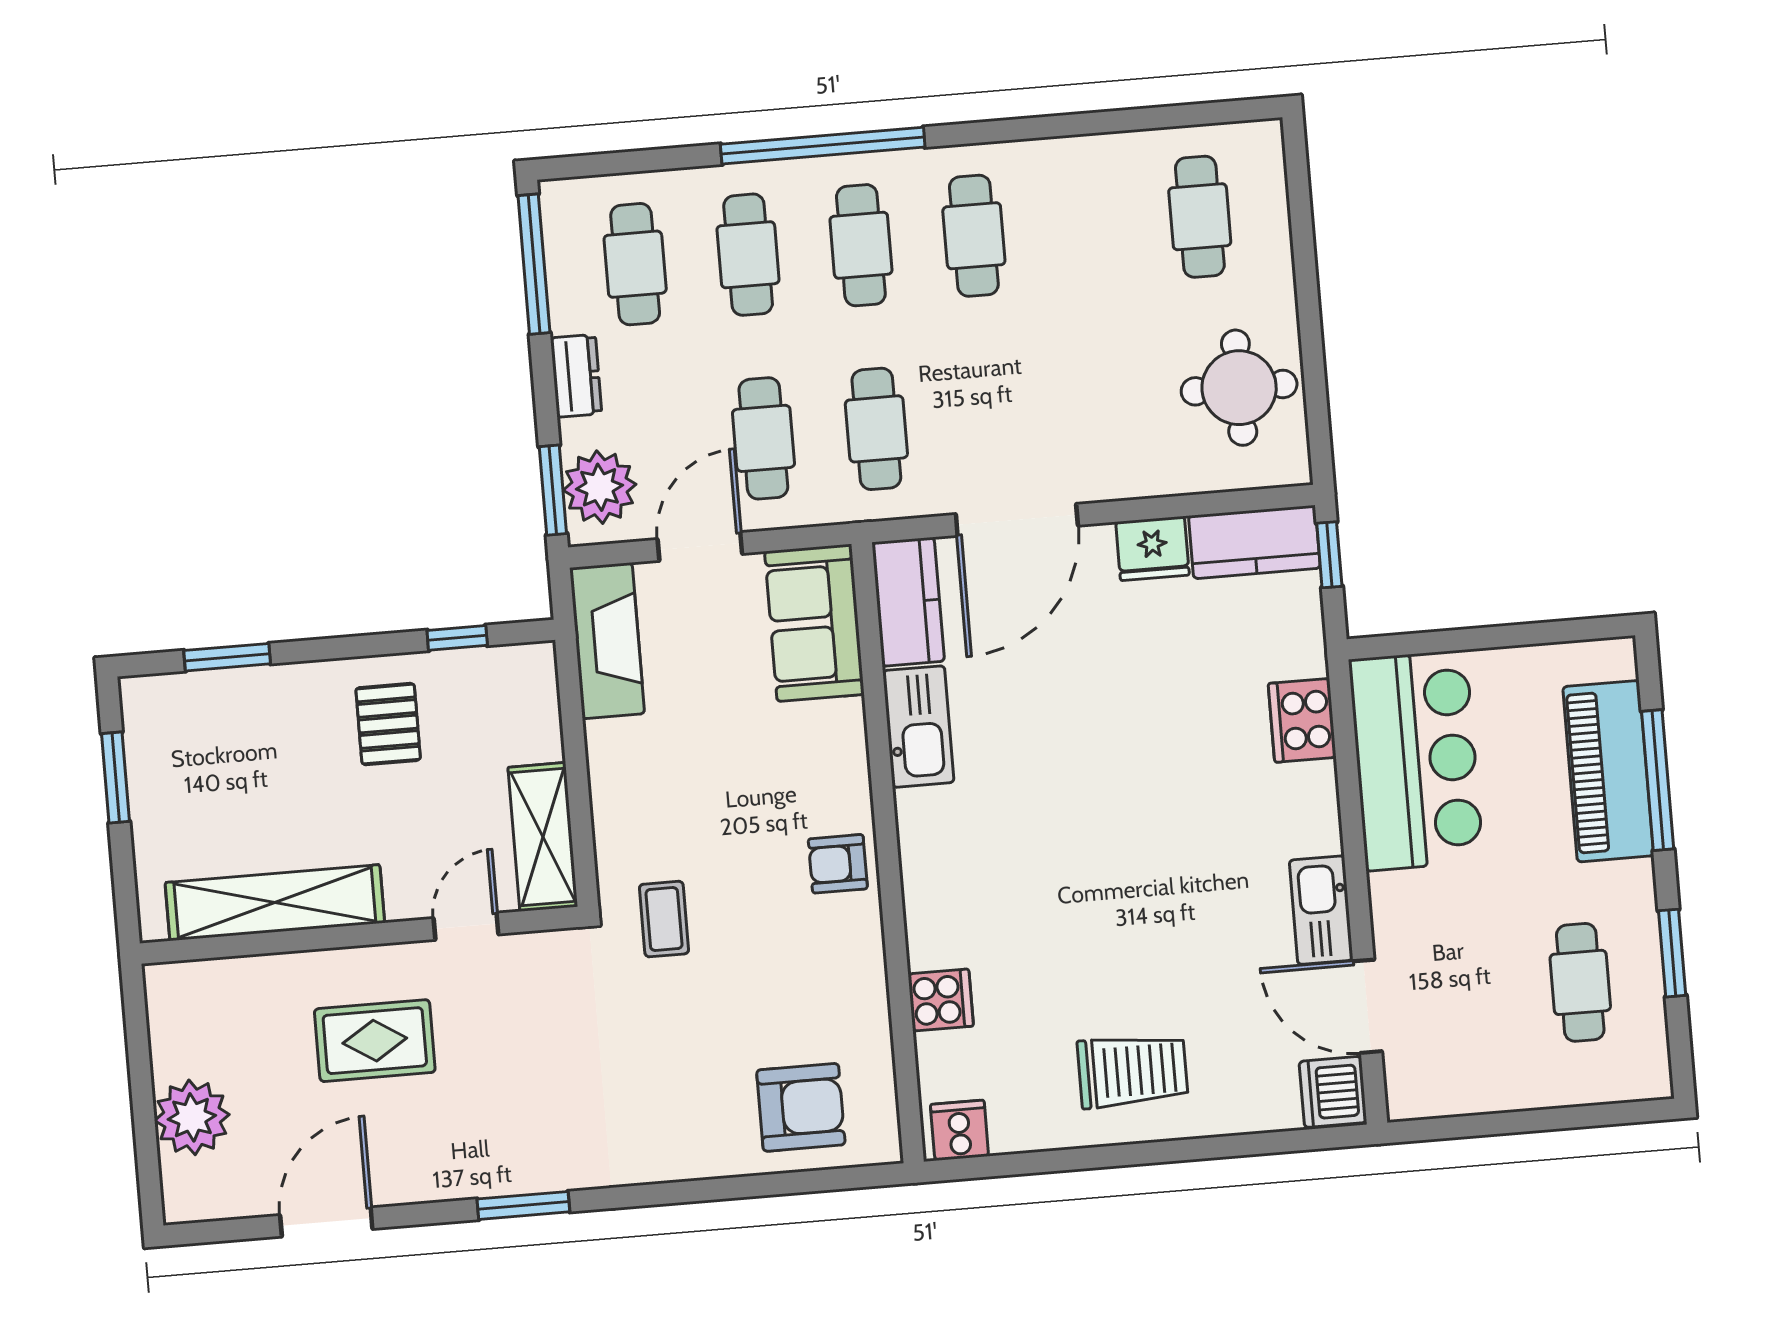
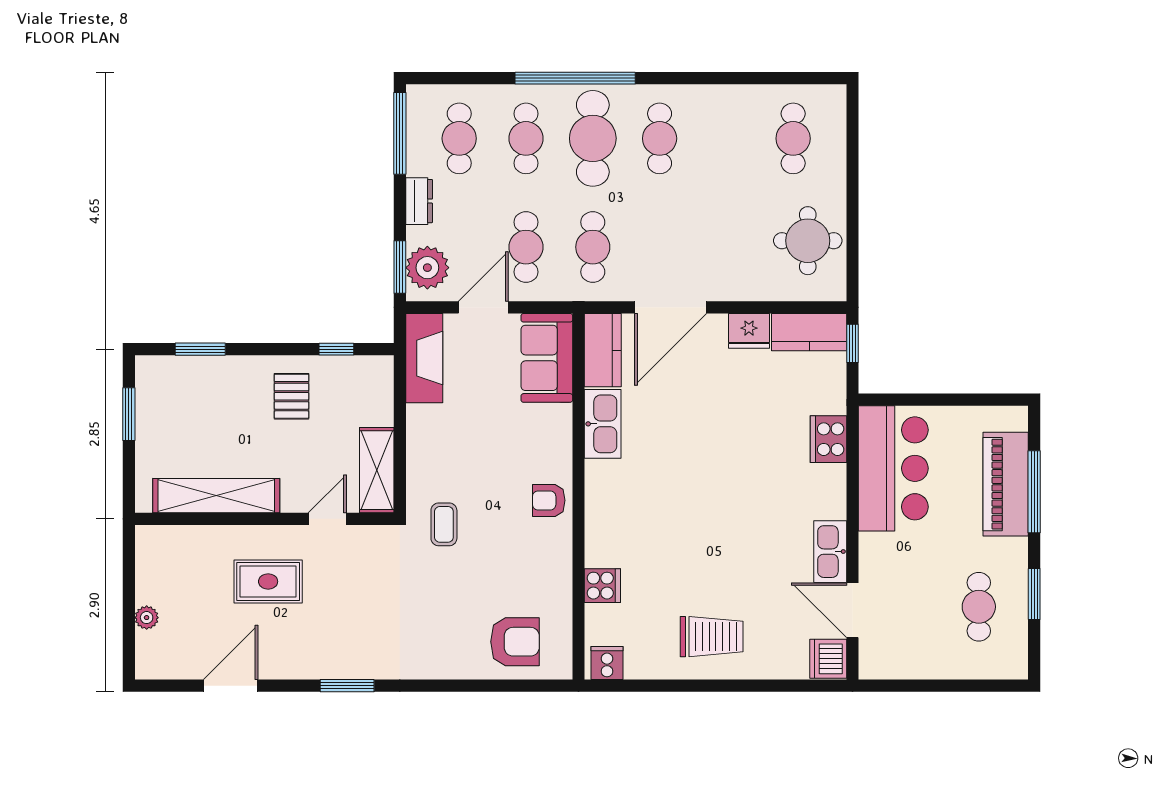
cafe table: (861, 245) -> (593, 138), width x1.37, depth x1.35
plant: (192, 1117) -> (147, 618), width x0.53, depth x0.53

